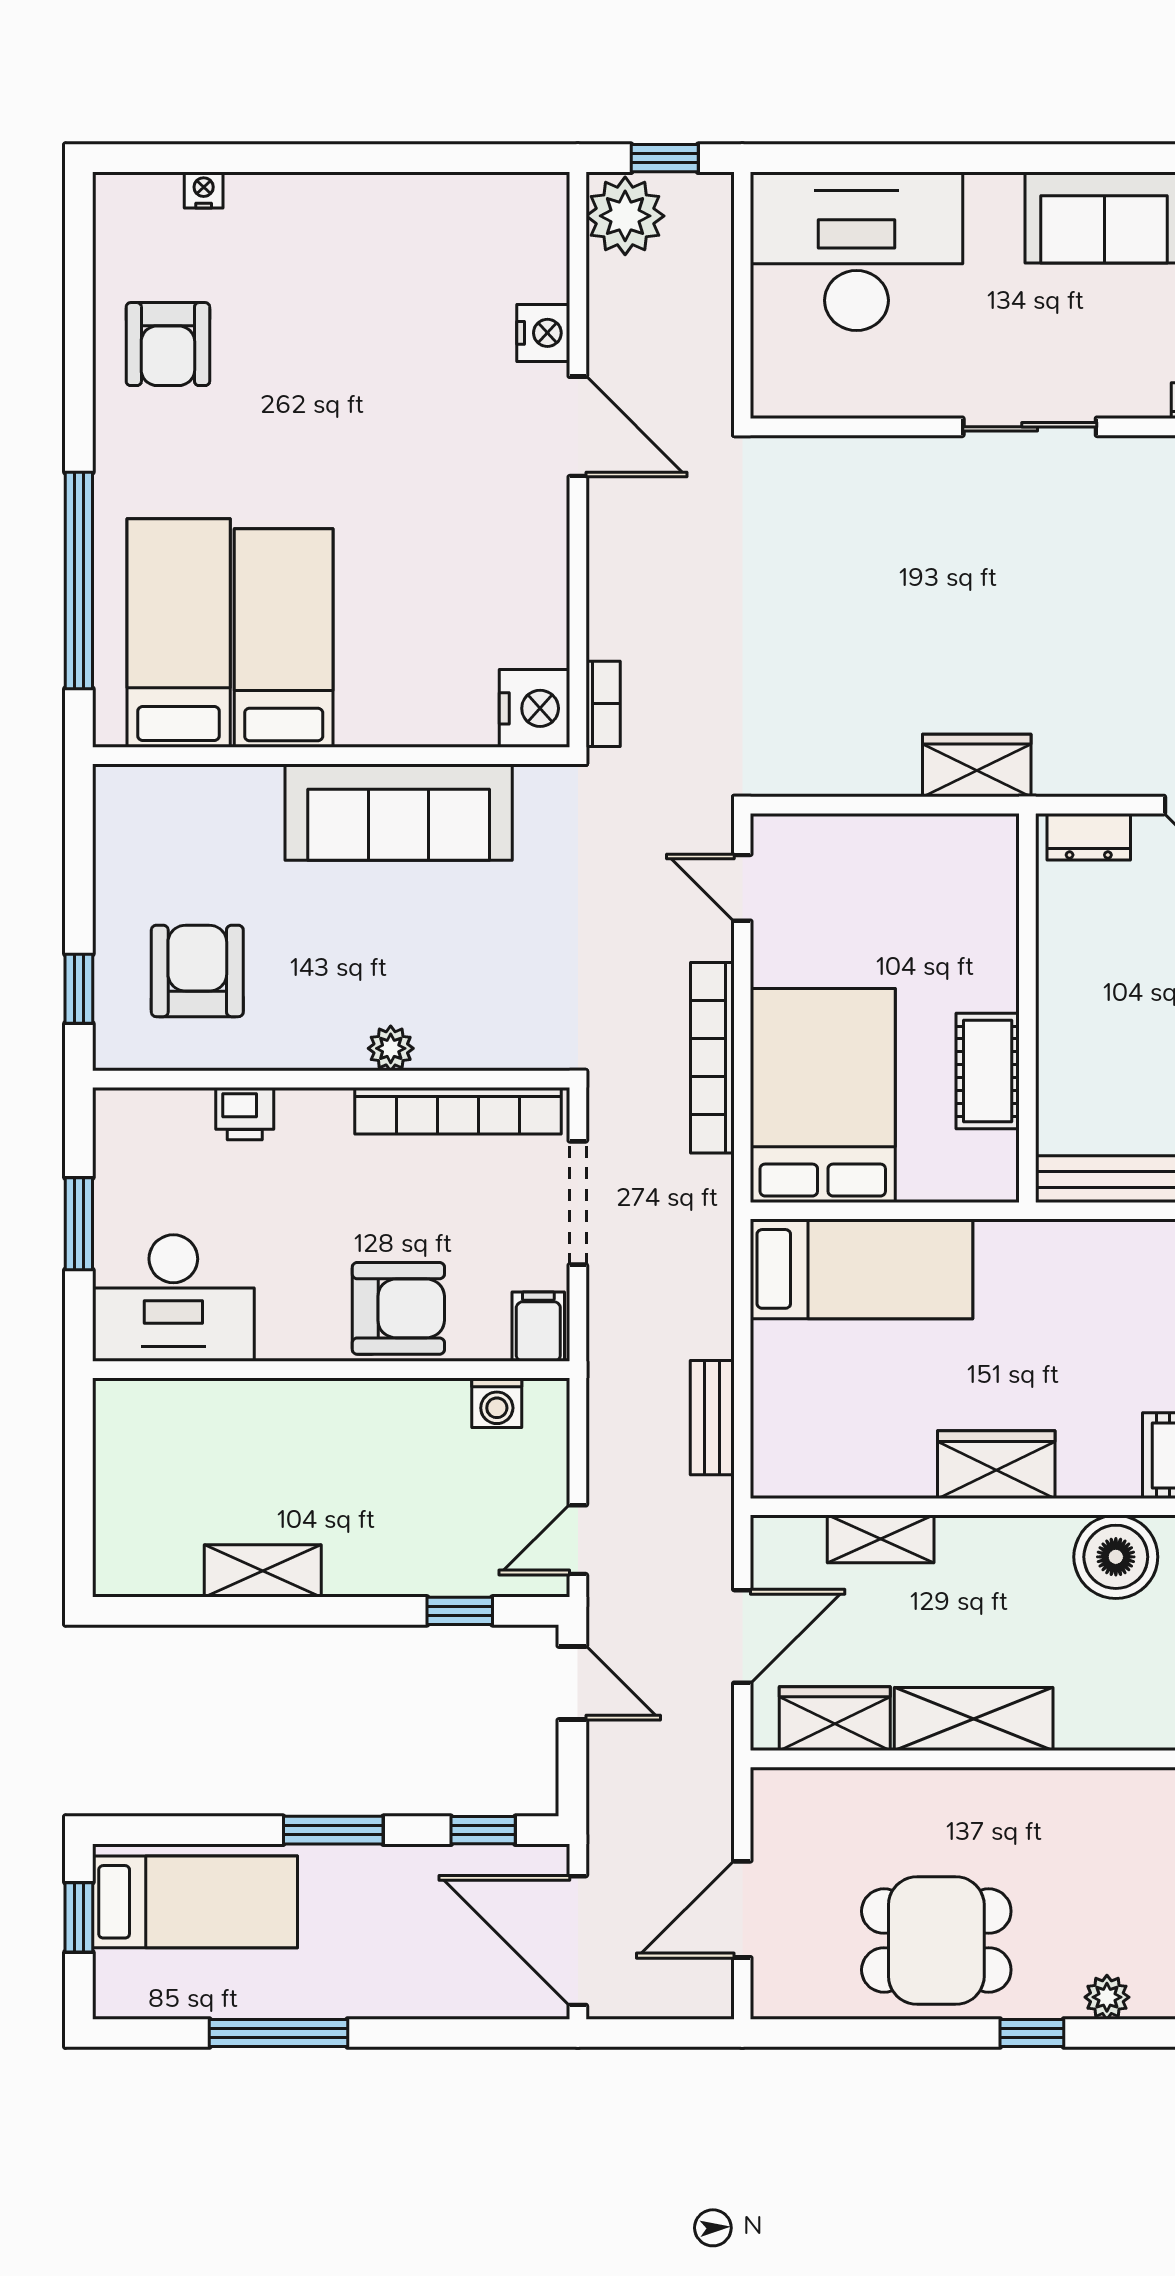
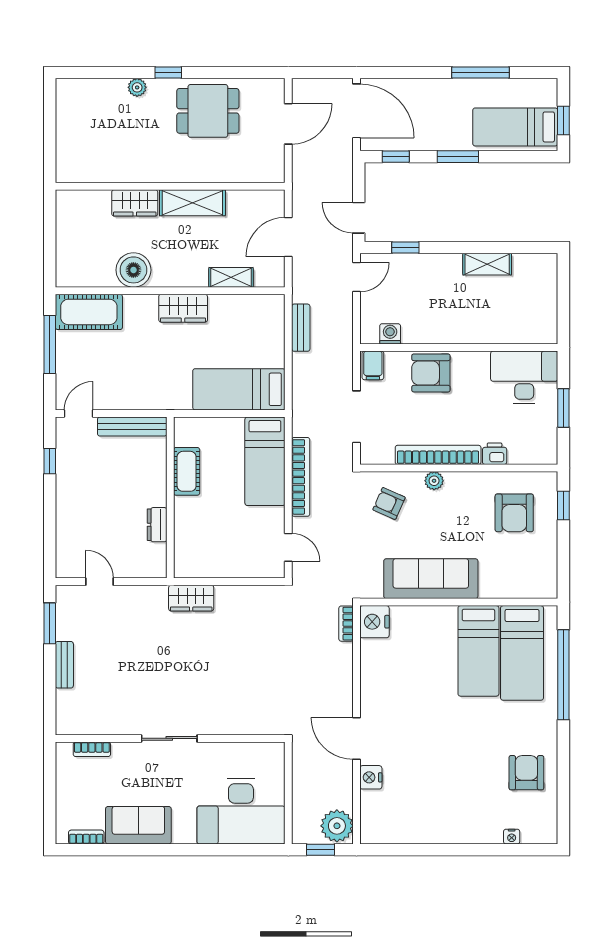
dresser: (1089, 837) -> (157, 525), moved, turned -90
armchair: (499, 994) -> (389, 503), added
bed: (823, 1095) -> (265, 461), width x0.67
bookcase: (458, 1111) -> (438, 455), moved
wardrobe: (835, 1719) -> (135, 203), moved

